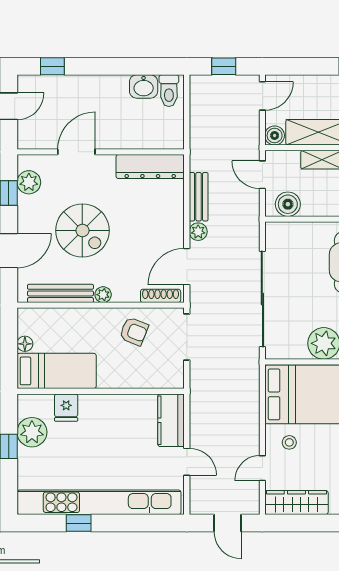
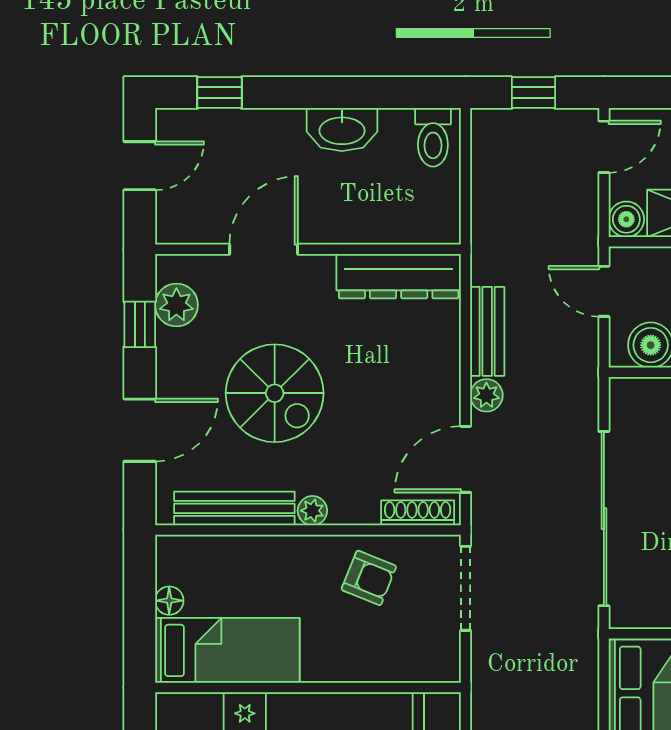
washbasin: (144, 86) -> (342, 130), moved, width x1.38

